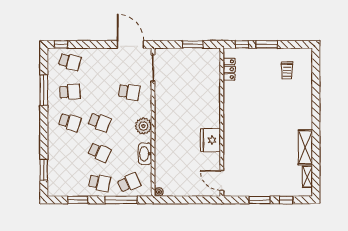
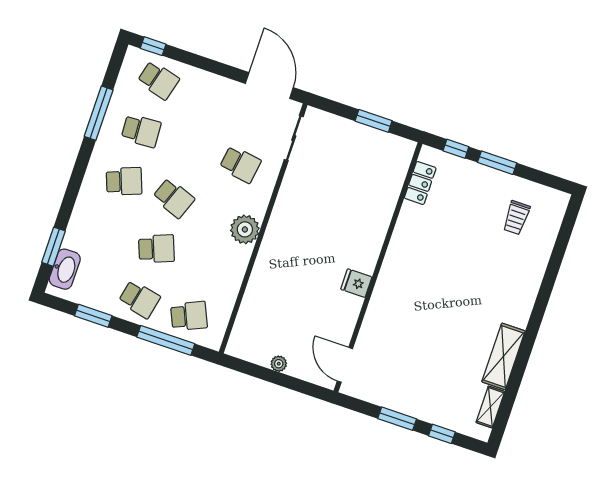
school desk: (70, 122) -> (124, 181), turned -39
fridge: (210, 140) -> (356, 283), width x0.53, depth x0.75
school desk: (99, 152) -> (156, 249), turned -45
washbasin: (145, 154) -> (65, 269), moved, turned 180
plant: (159, 192) -> (279, 364), moved

